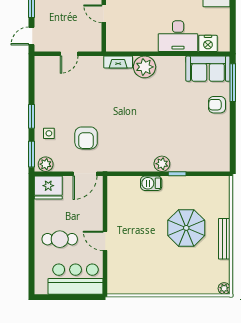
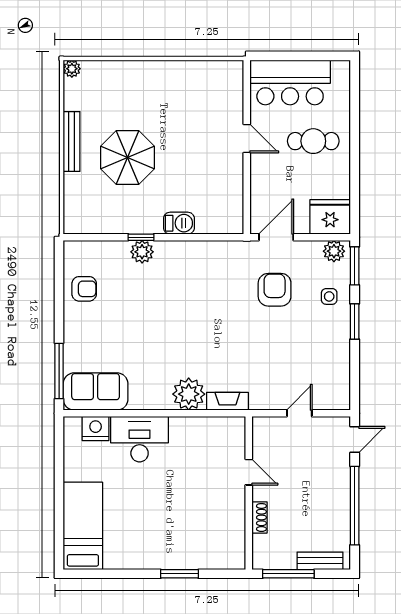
armchair: (217, 105) -> (84, 289), moved
plant: (162, 164) -> (142, 252), moved

